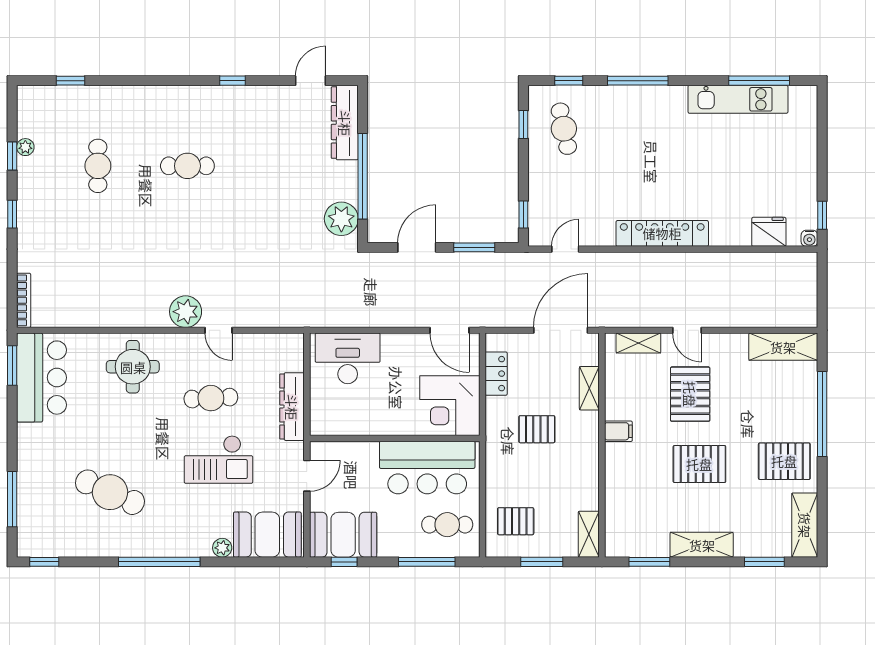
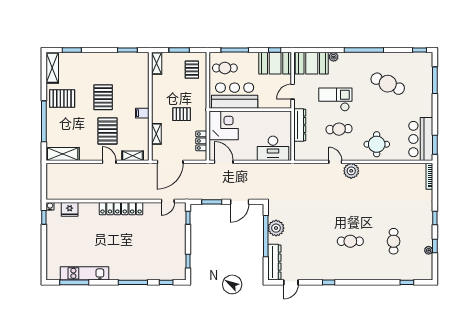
cafe table: (564, 129) -> (169, 259), removed
plant: (341, 219) -> (276, 228), moved
pallet: (699, 464) -> (103, 97), turned 90
pallet: (516, 521) -> (192, 70), turned 90
shelving: (702, 545) -> (102, 58), removed

